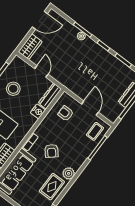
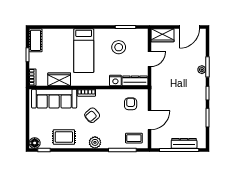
door: (40, 20) -> (189, 27), hinge flipped
plant: (69, 173) -> (95, 142), moved

